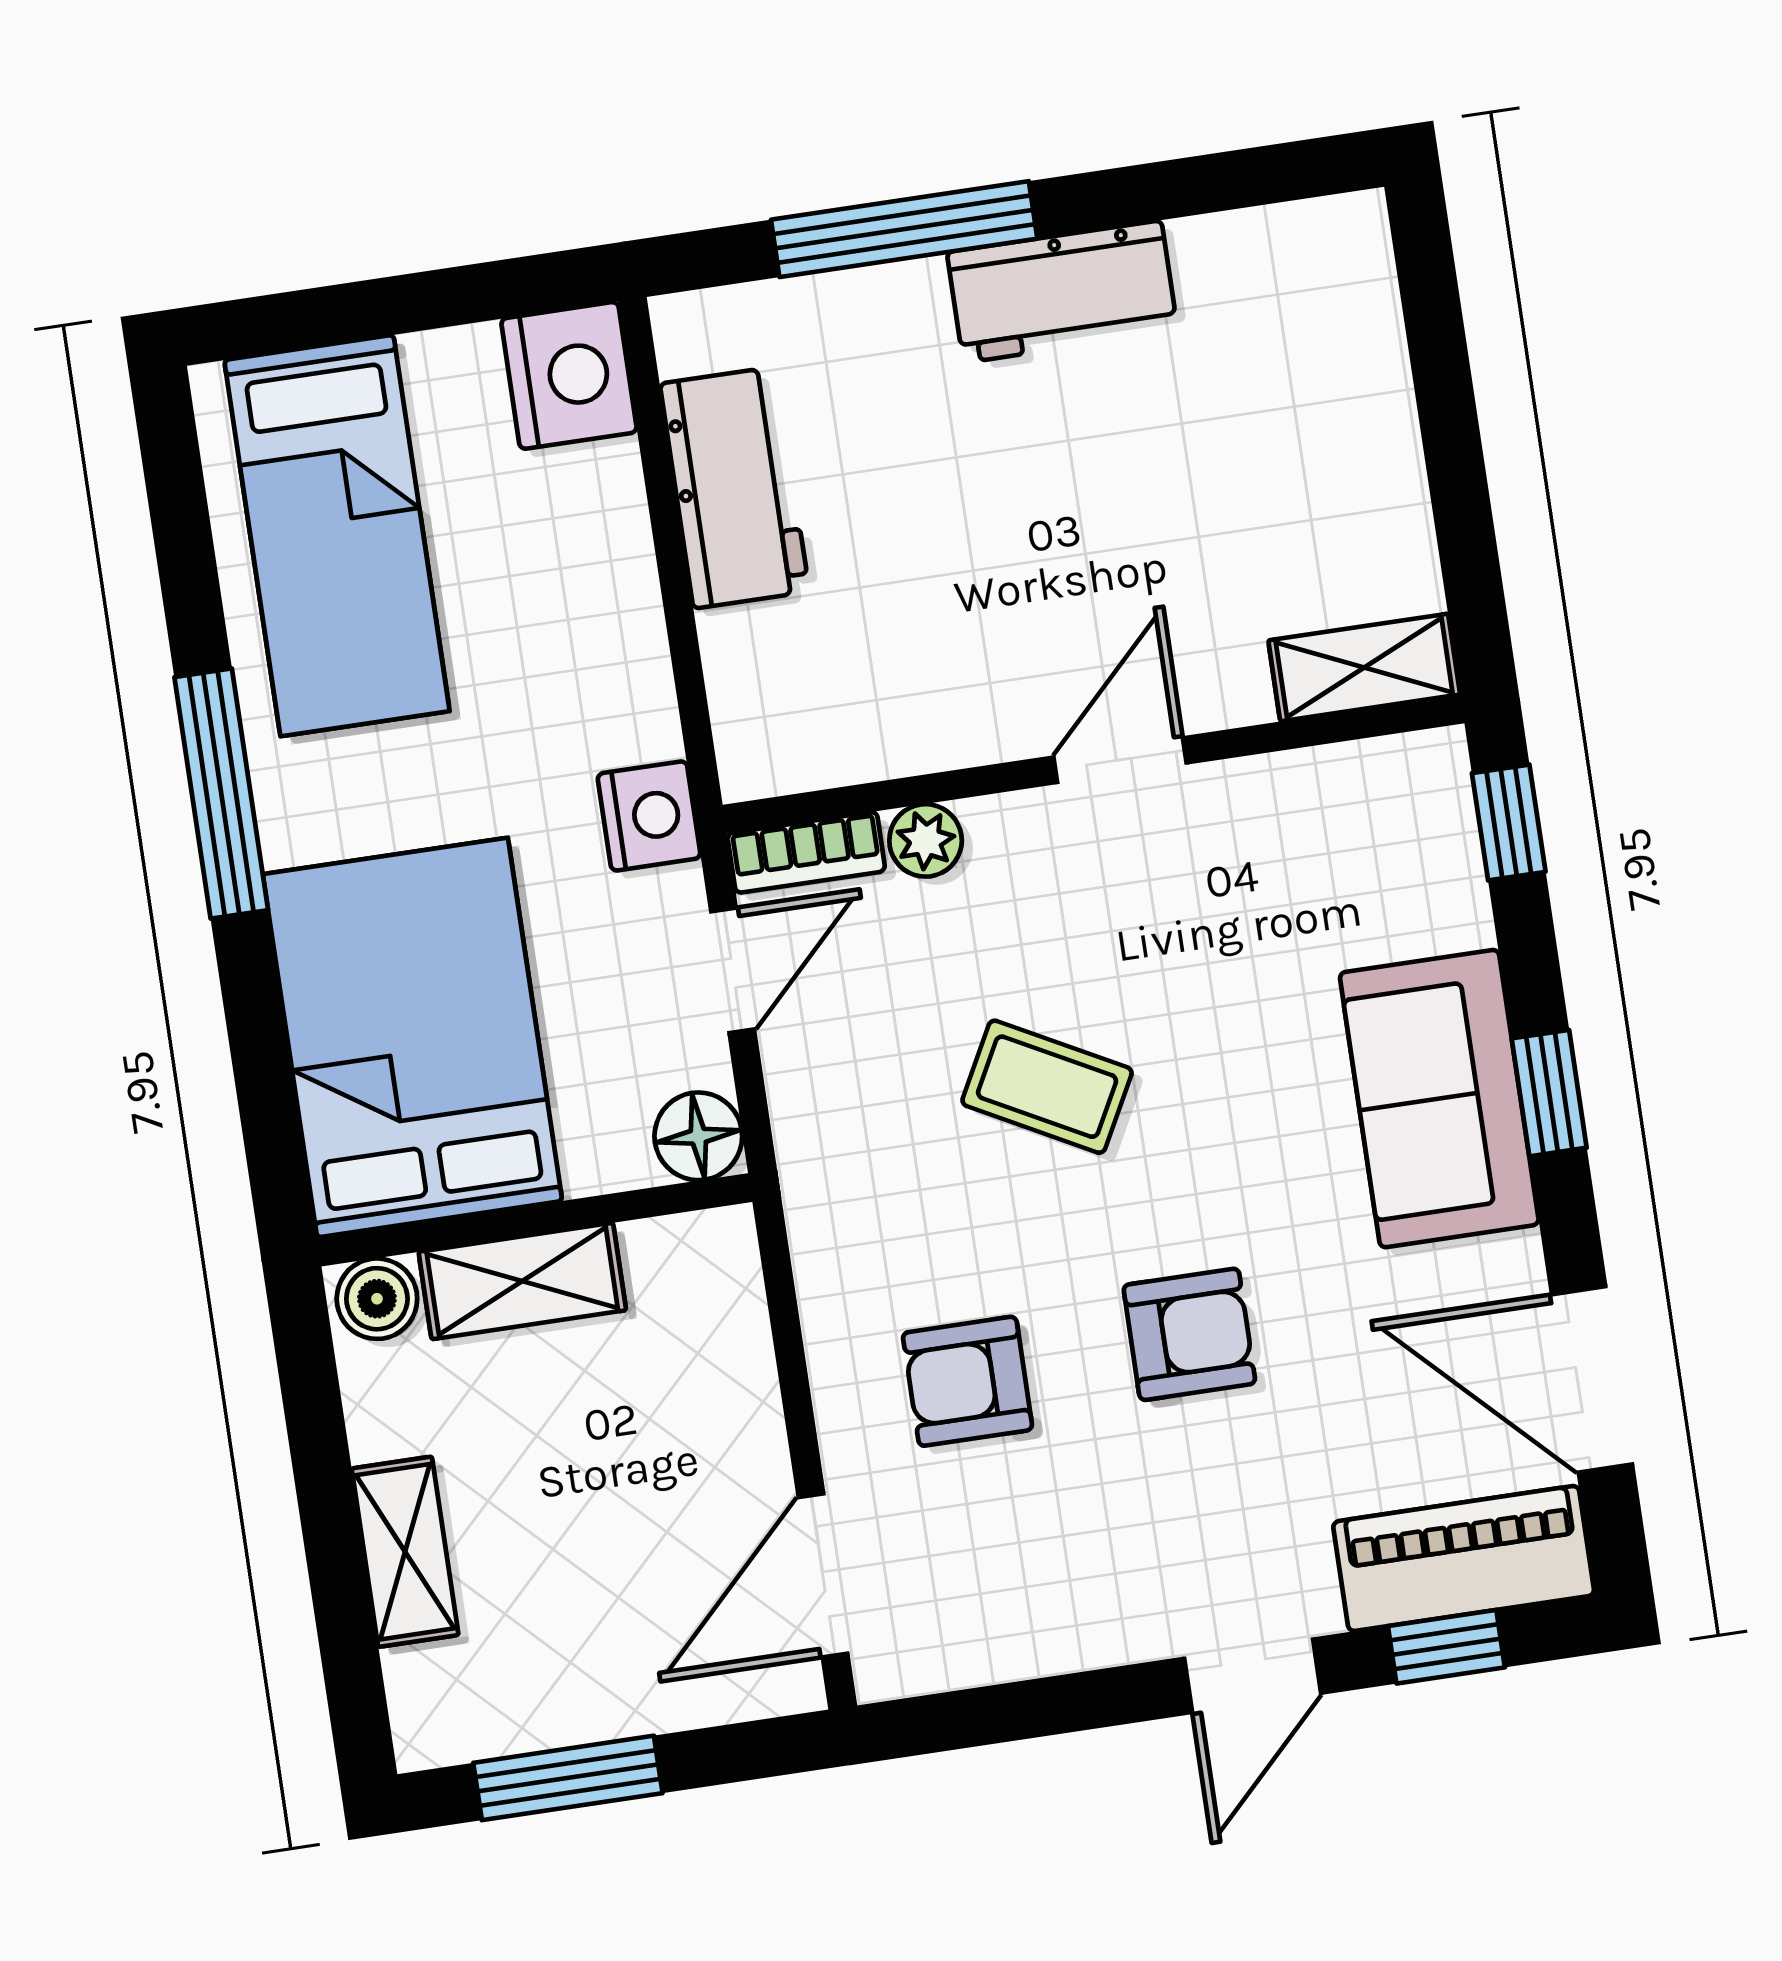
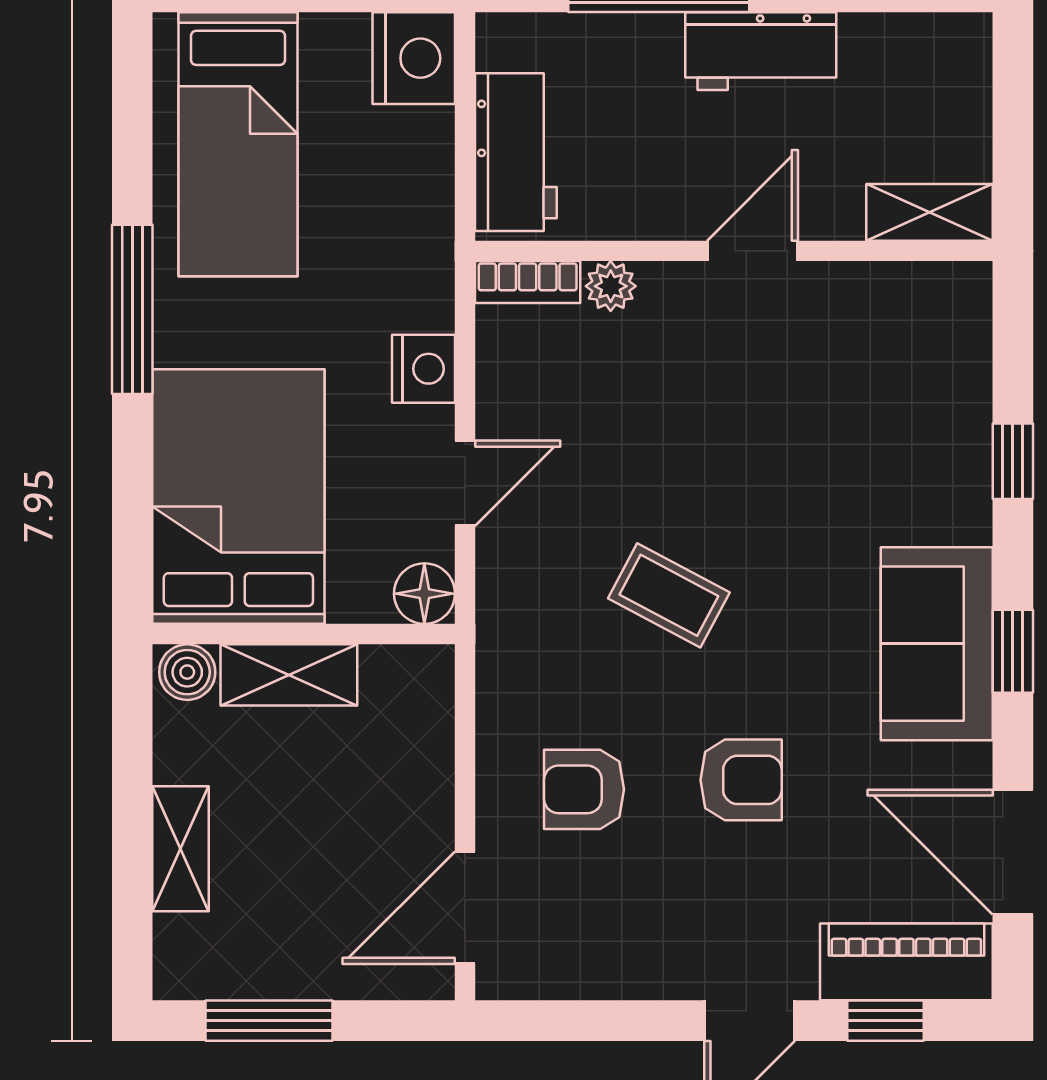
shelving: (1364, 667) -> (930, 212), moved
door: (1120, 760) -> (752, 251), moved
wall: (1094, 764) -> (734, 251), moved
plant: (926, 840) -> (611, 286), moved
bookcase: (806, 852) -> (528, 282), moved

